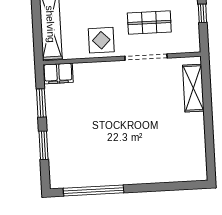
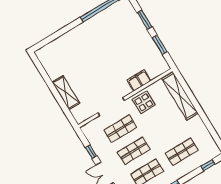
filing cabinet: (58, 74) -> (139, 80), moved
shelving: (193, 88) -> (66, 93), moved

